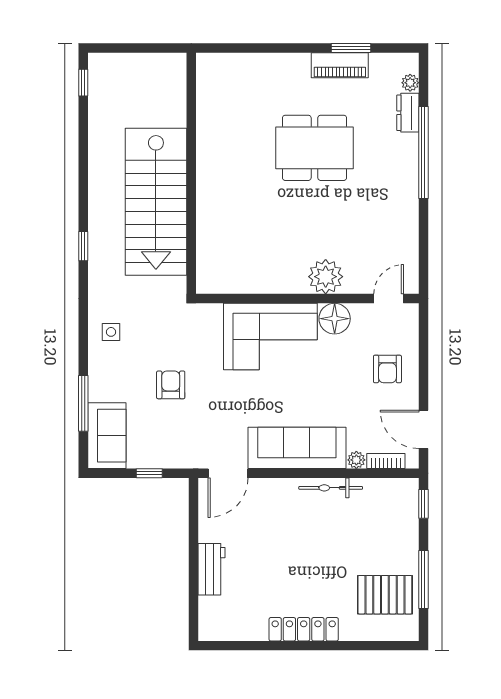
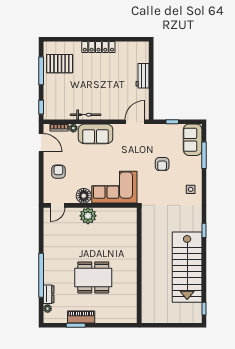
wall: (191, 173) -> (139, 265), moved
stairs: (156, 202) -> (187, 267), moved, turned 180
sofa: (297, 448) -> (96, 134), width x0.73

